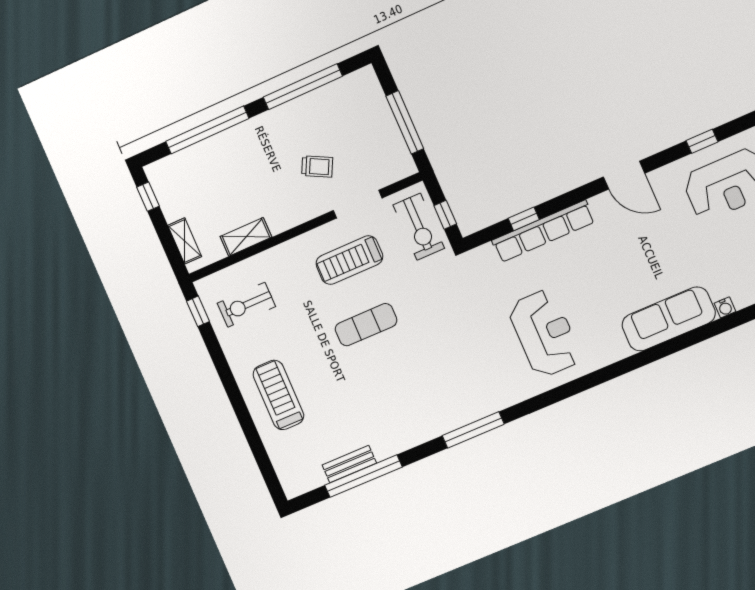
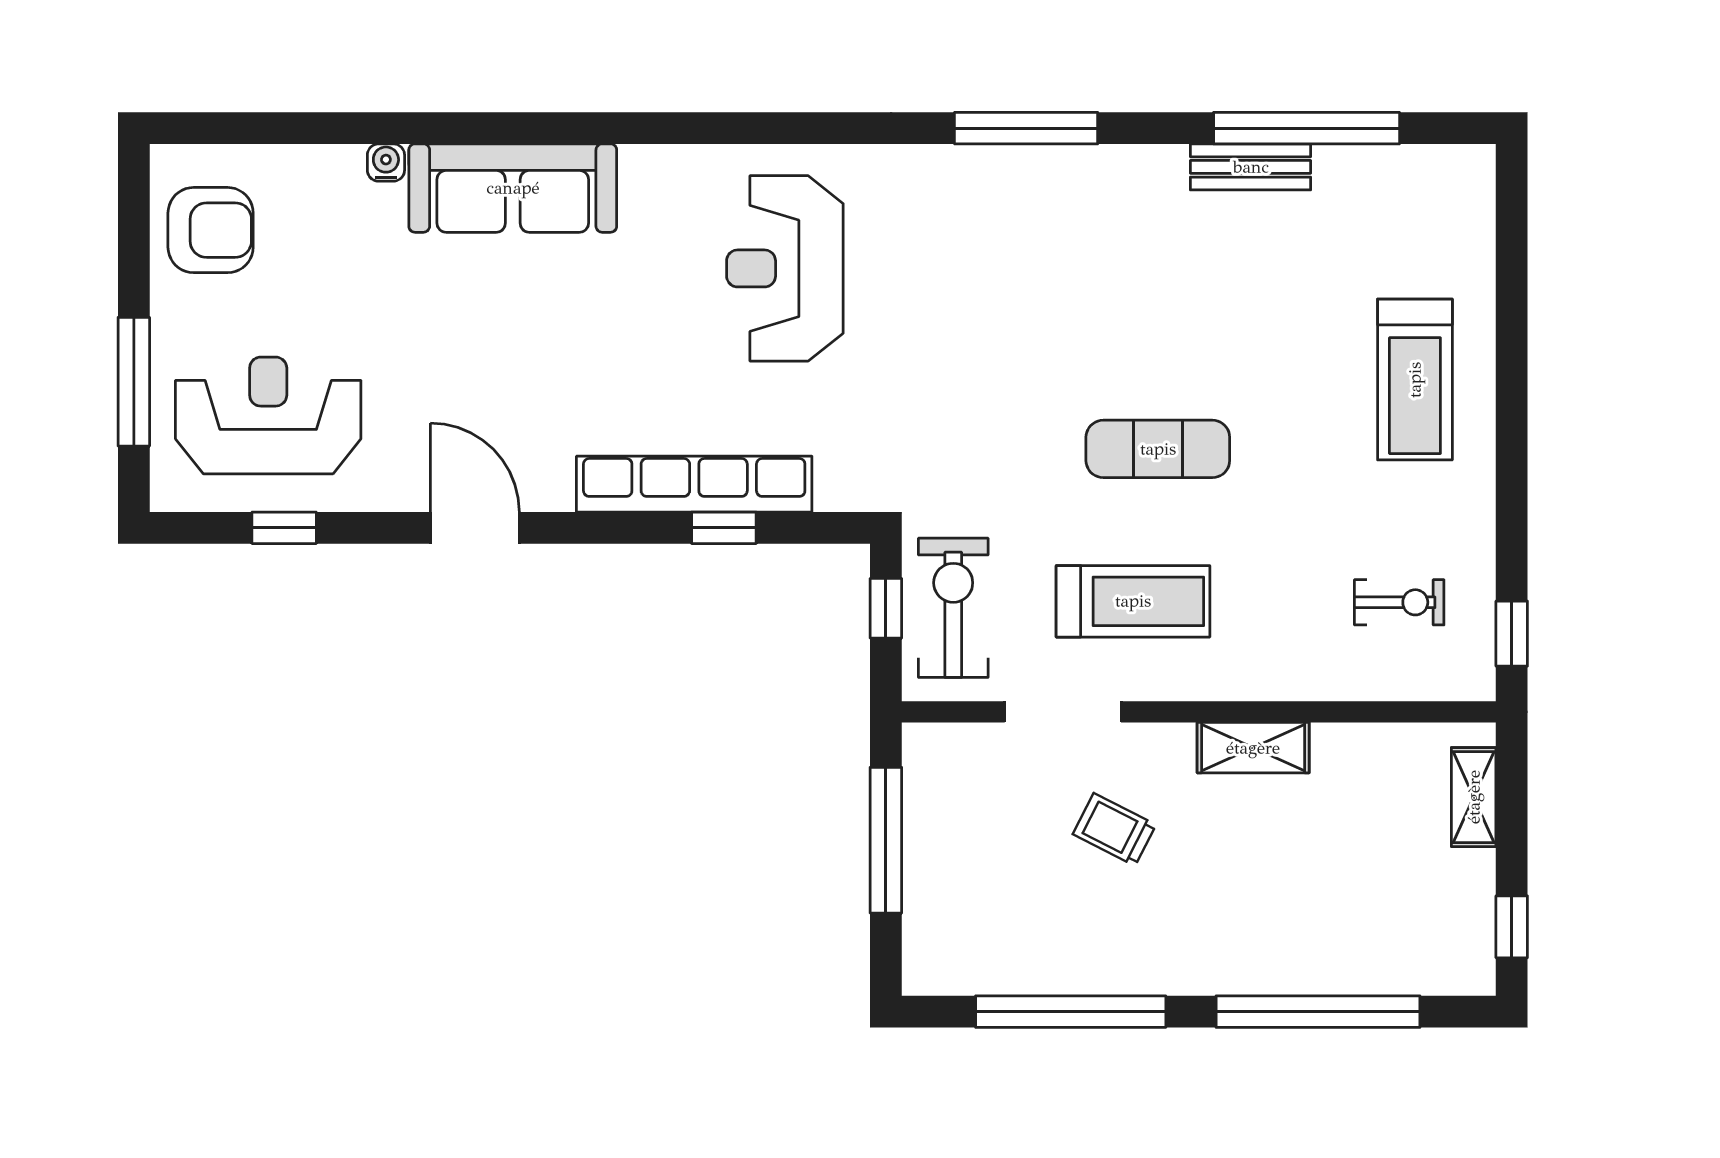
shelving: (246, 237) -> (1253, 748), moved
exercise bike: (246, 305) -> (1399, 602), width x0.73, depth x0.72
bench: (349, 464) -> (1251, 167), moved

